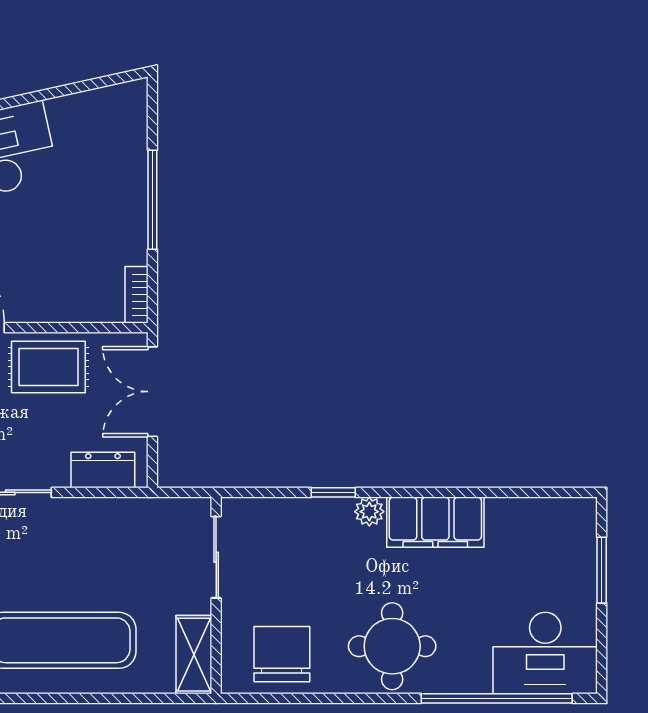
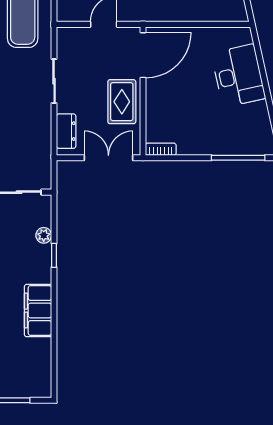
window: (152, 200) -> (238, 158), moved
plant: (369, 512) -> (44, 235), moved

